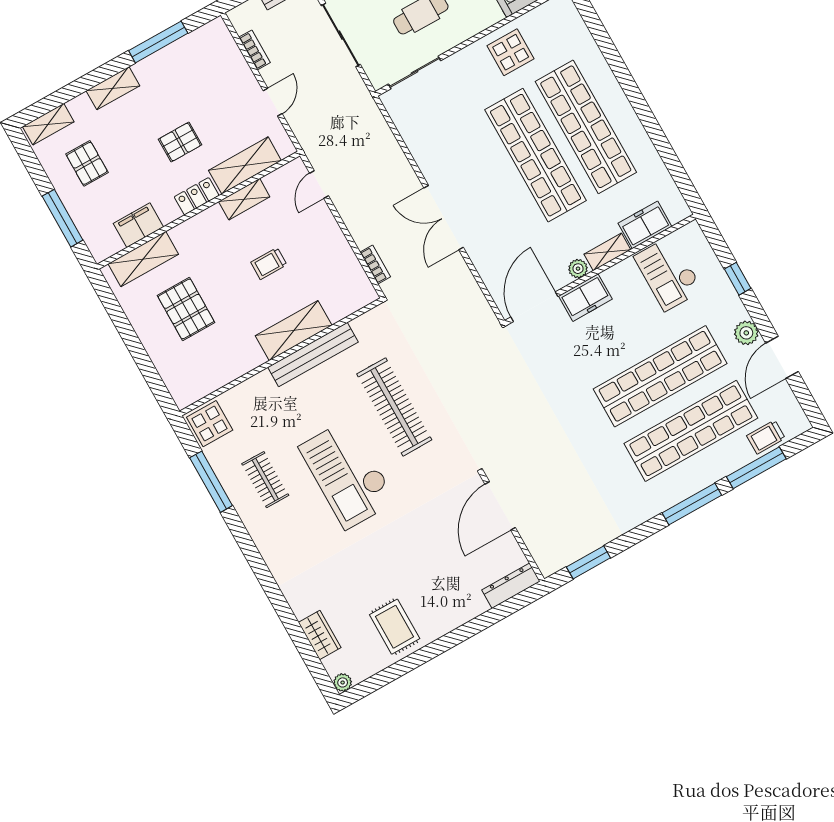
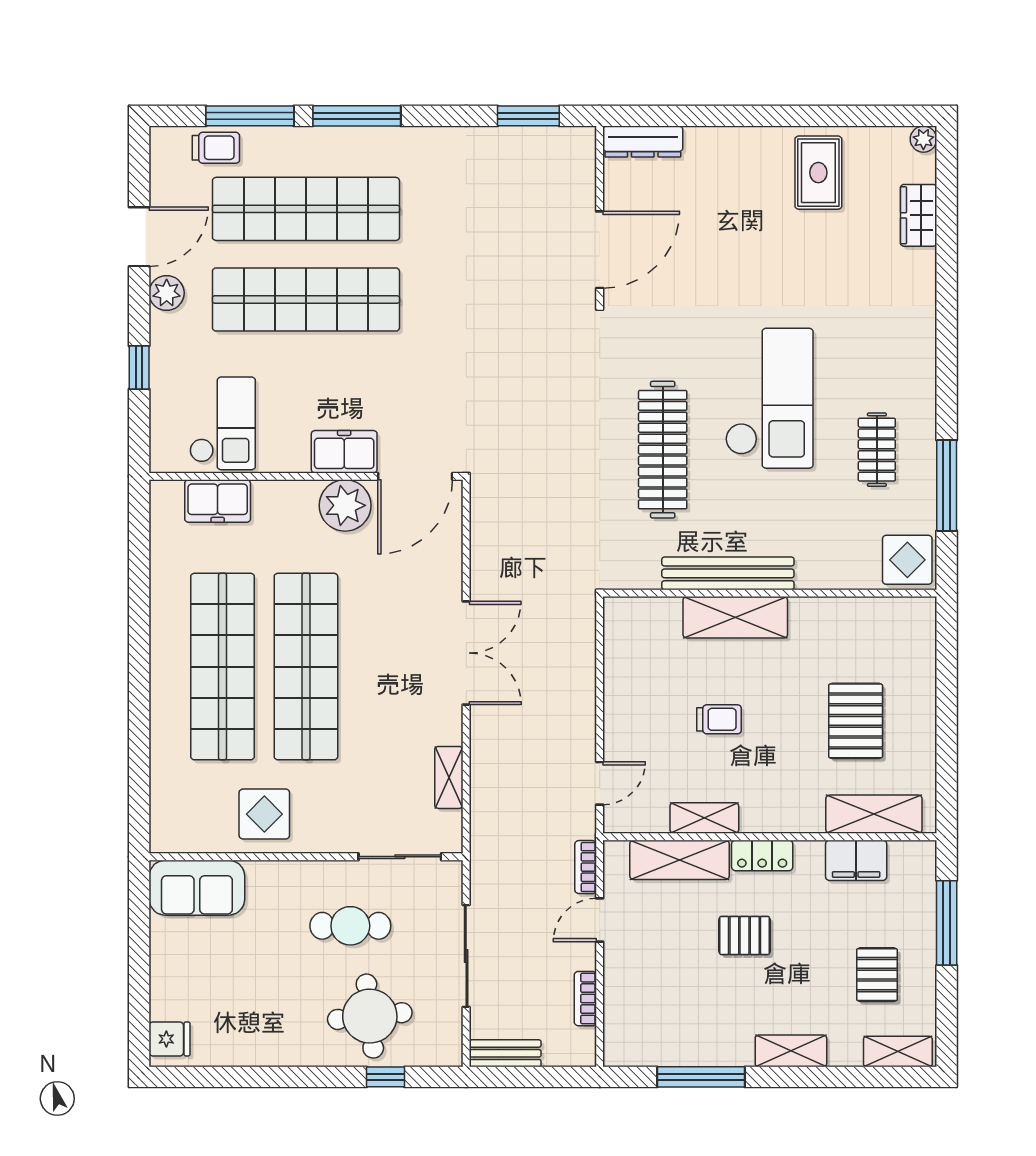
shelving: (607, 252) -> (449, 777), moved, turned 90
bookcase: (375, 264) -> (586, 867), moved
plant: (578, 269) -> (345, 505), width x1.87, depth x1.87

